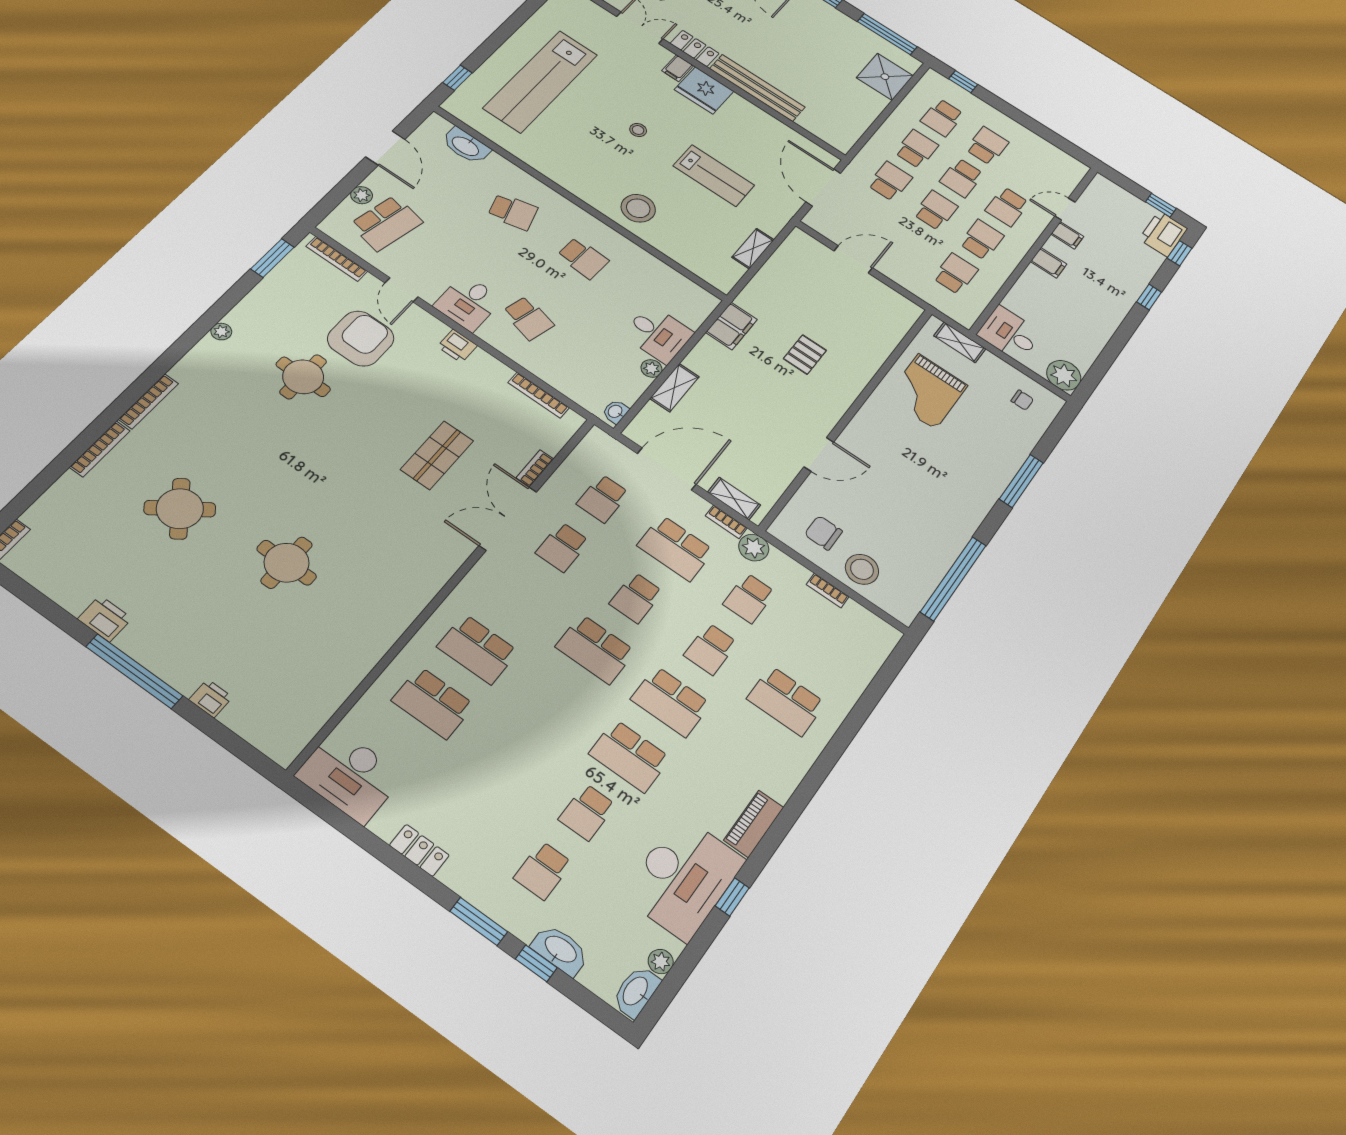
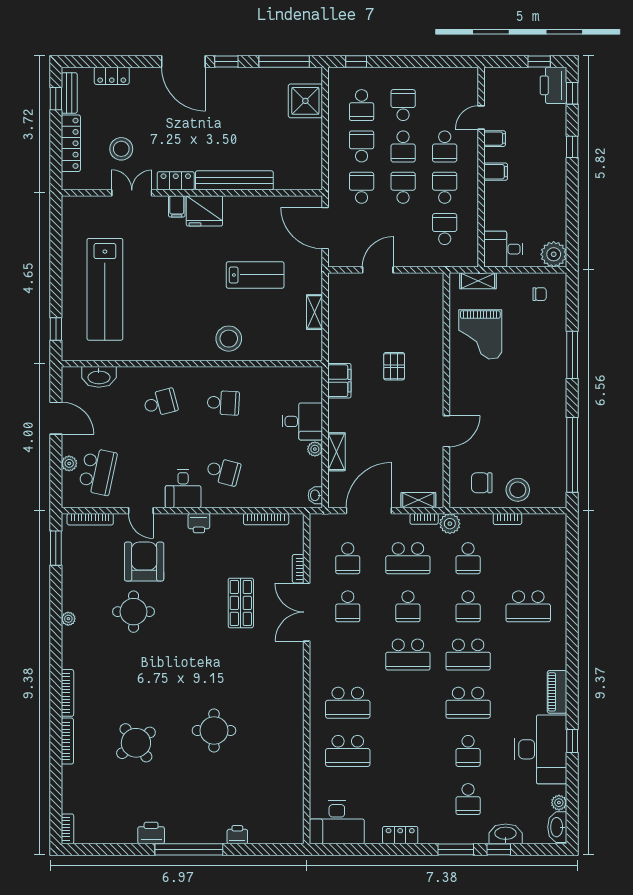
stool: (638, 130) -> (187, 278), removed

